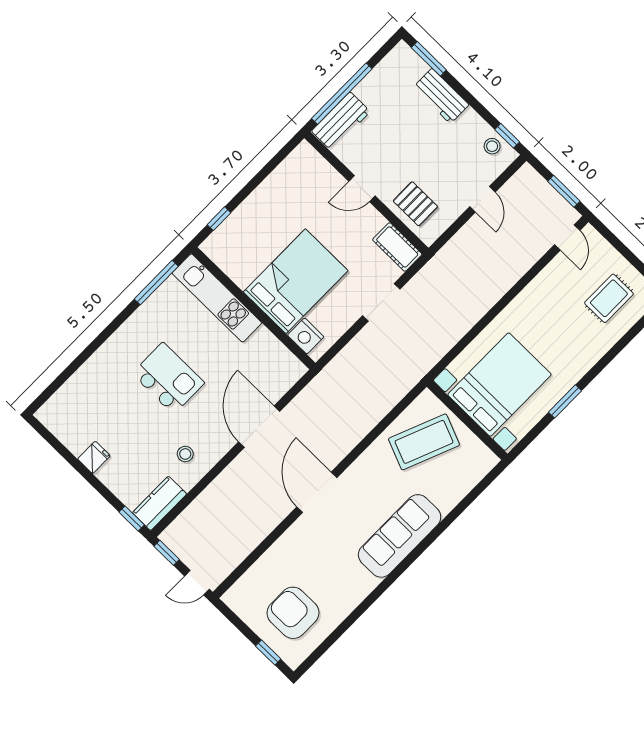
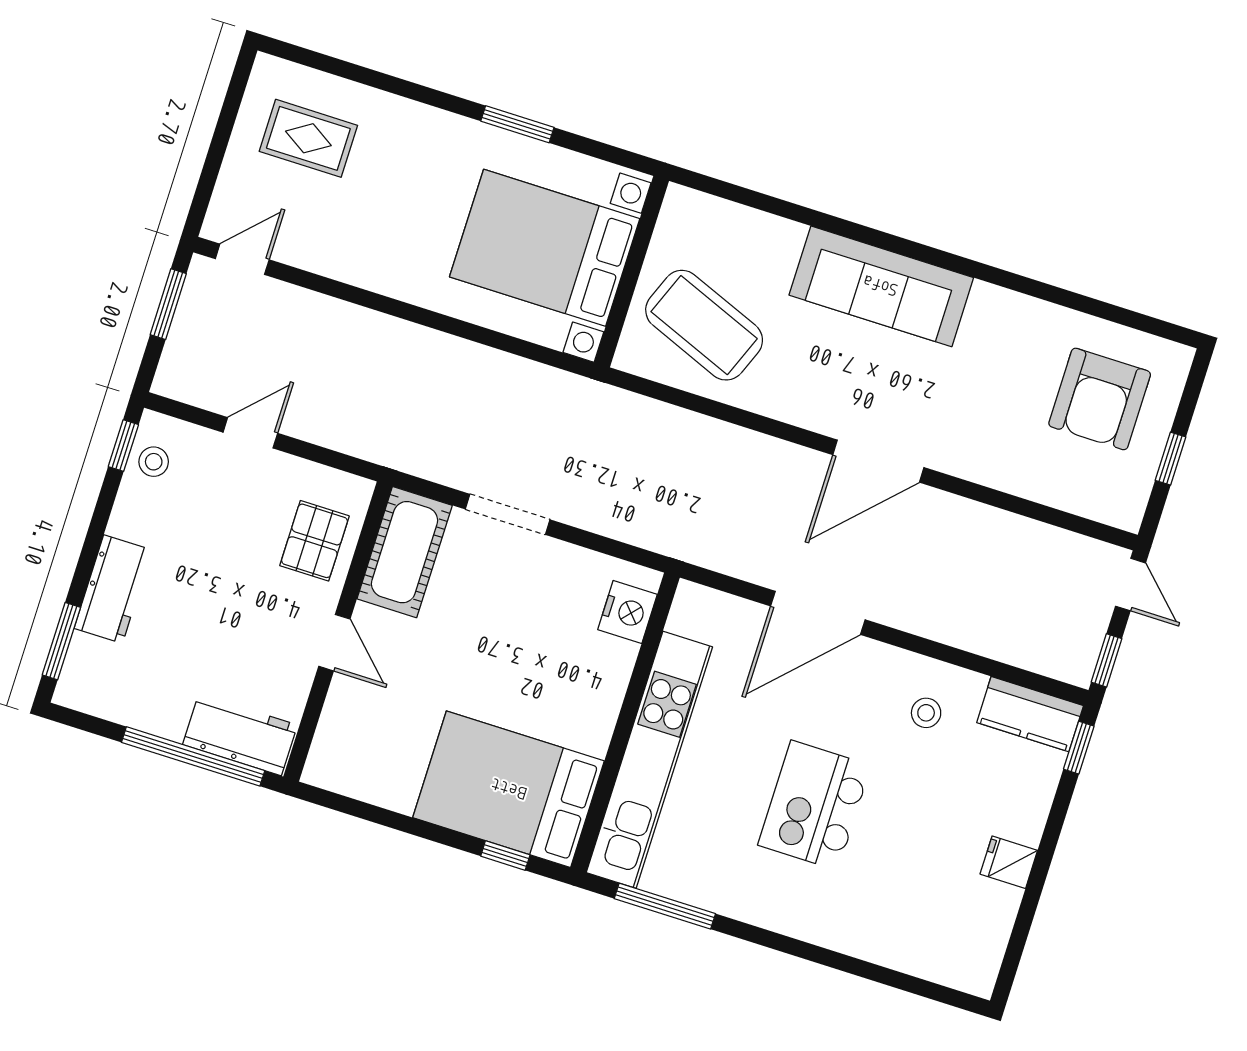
cot: (397, 247) -> (405, 552), width x1.37, depth x1.34
bed: (296, 281) -> (509, 789), moved
kitchen unit: (217, 298) -> (649, 760), width x1.36
window: (268, 653) -> (1170, 459), moved

